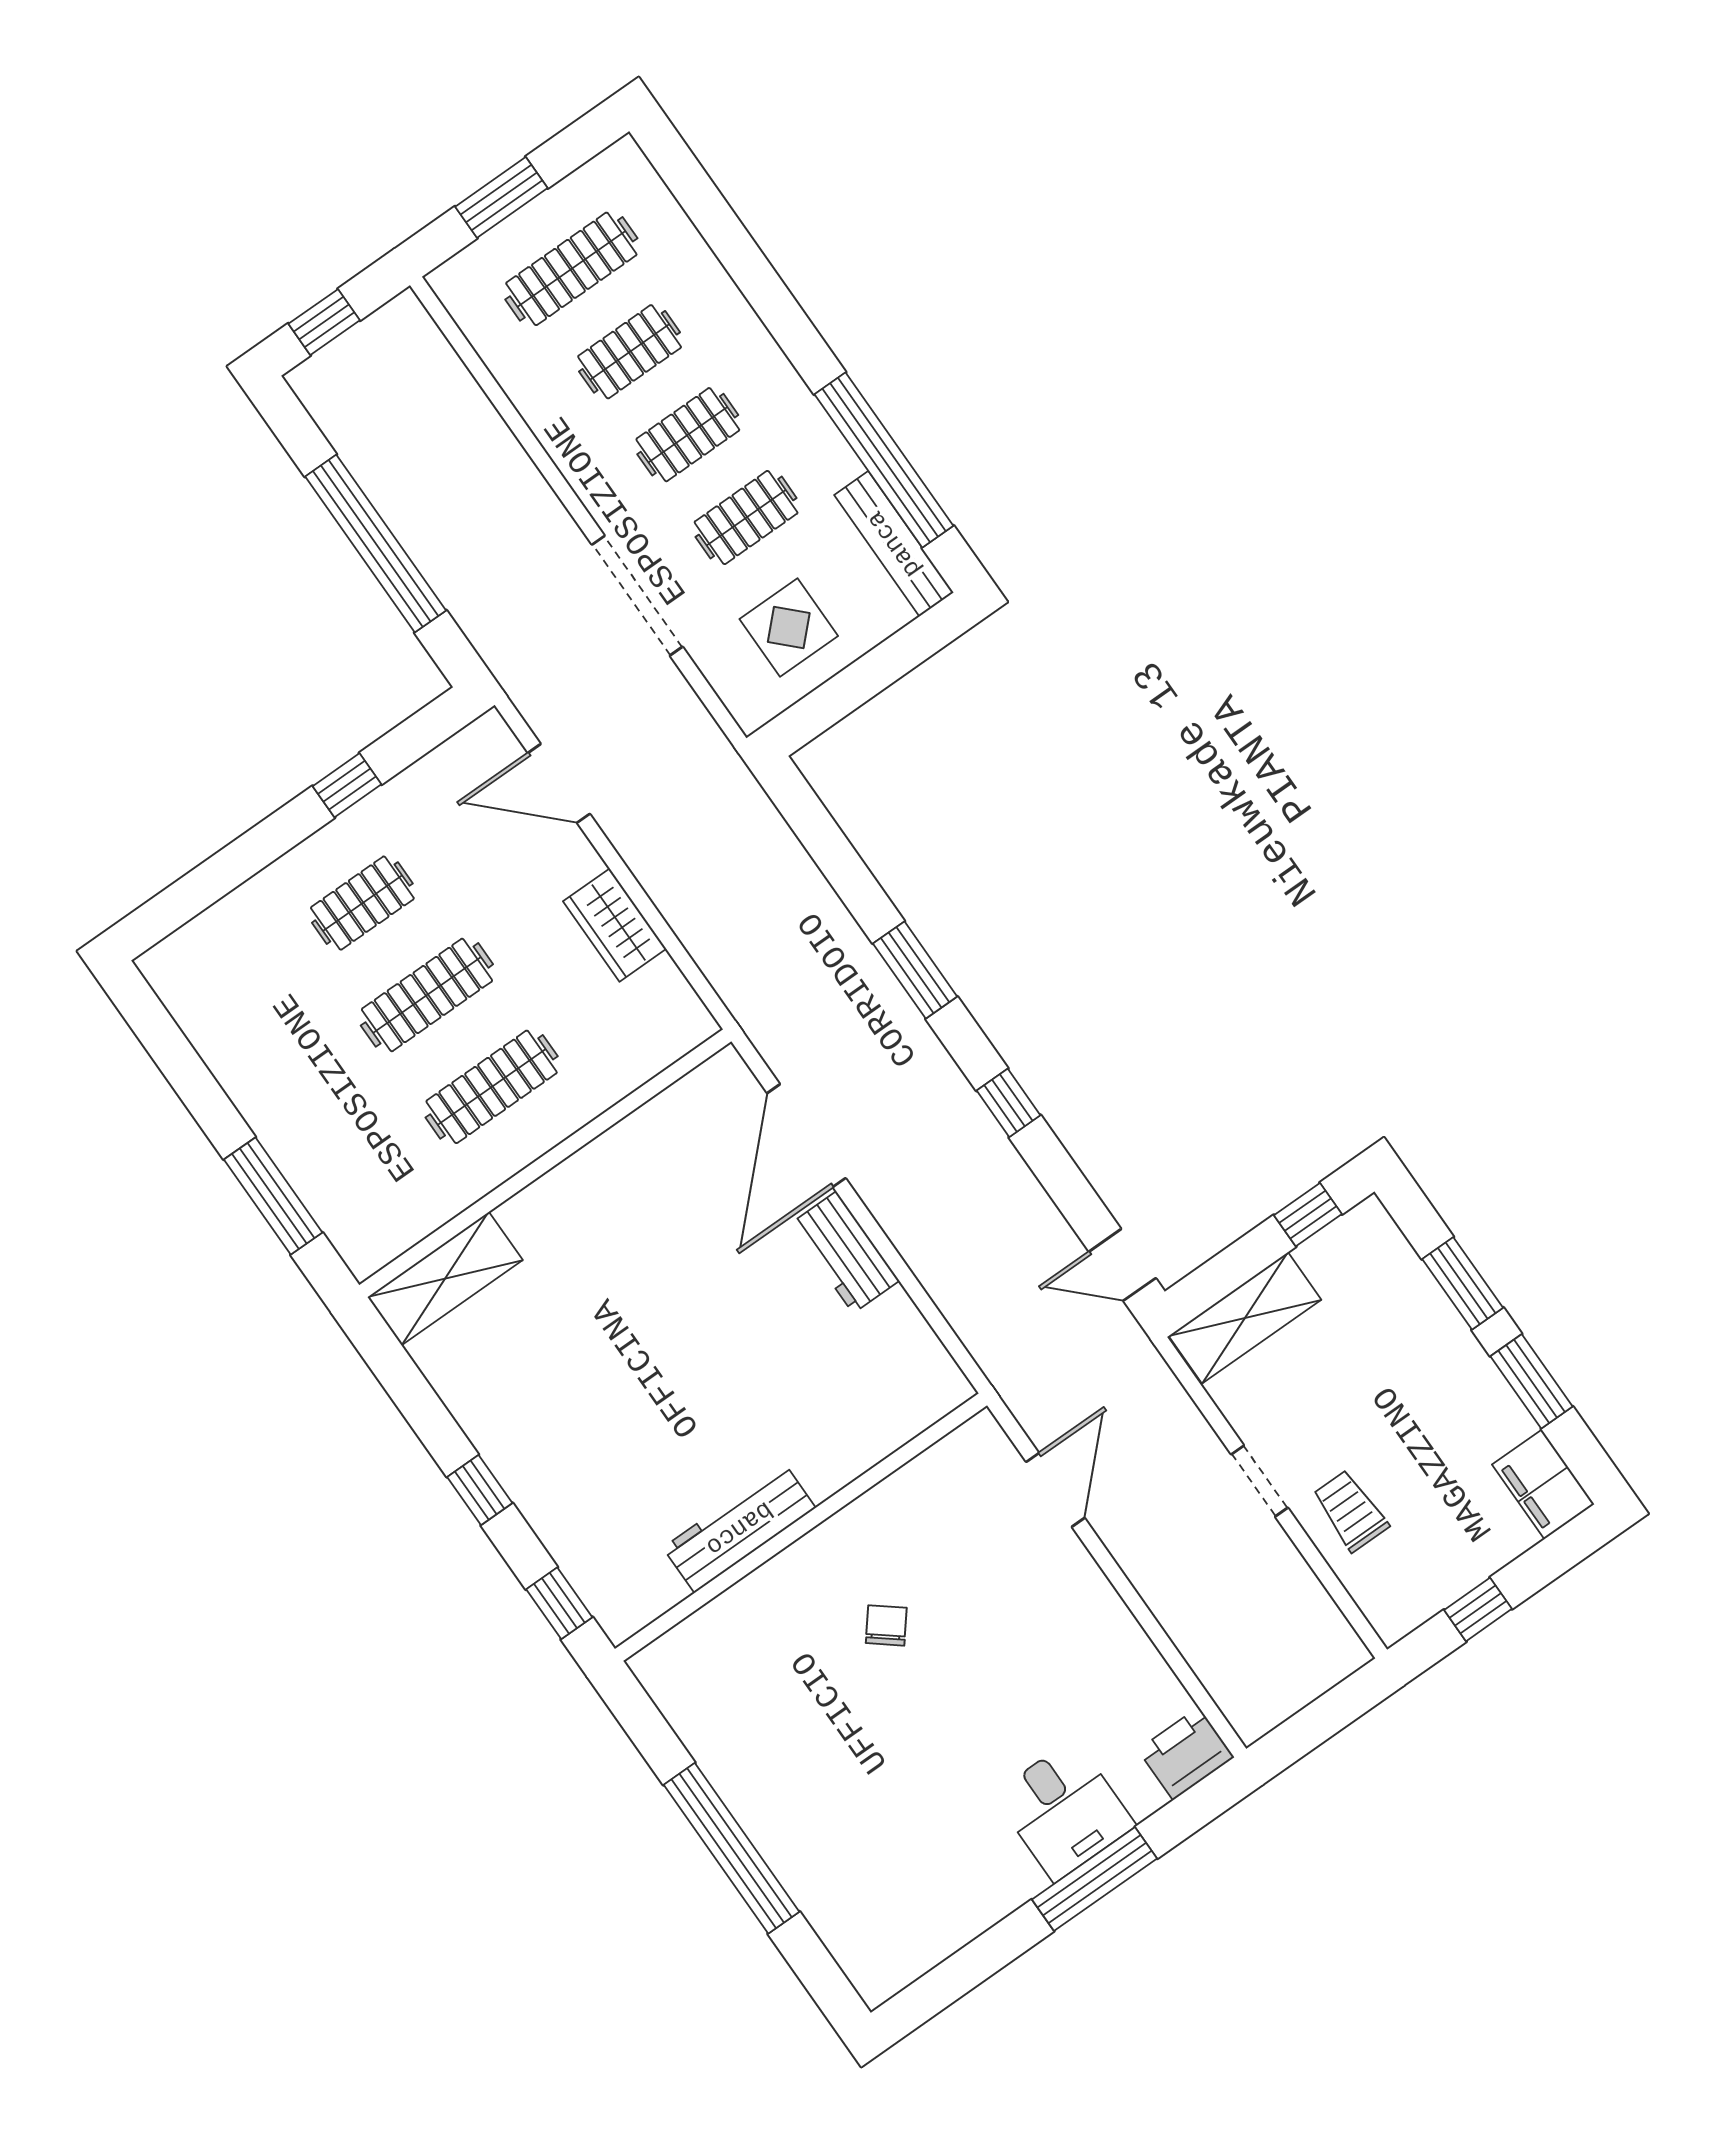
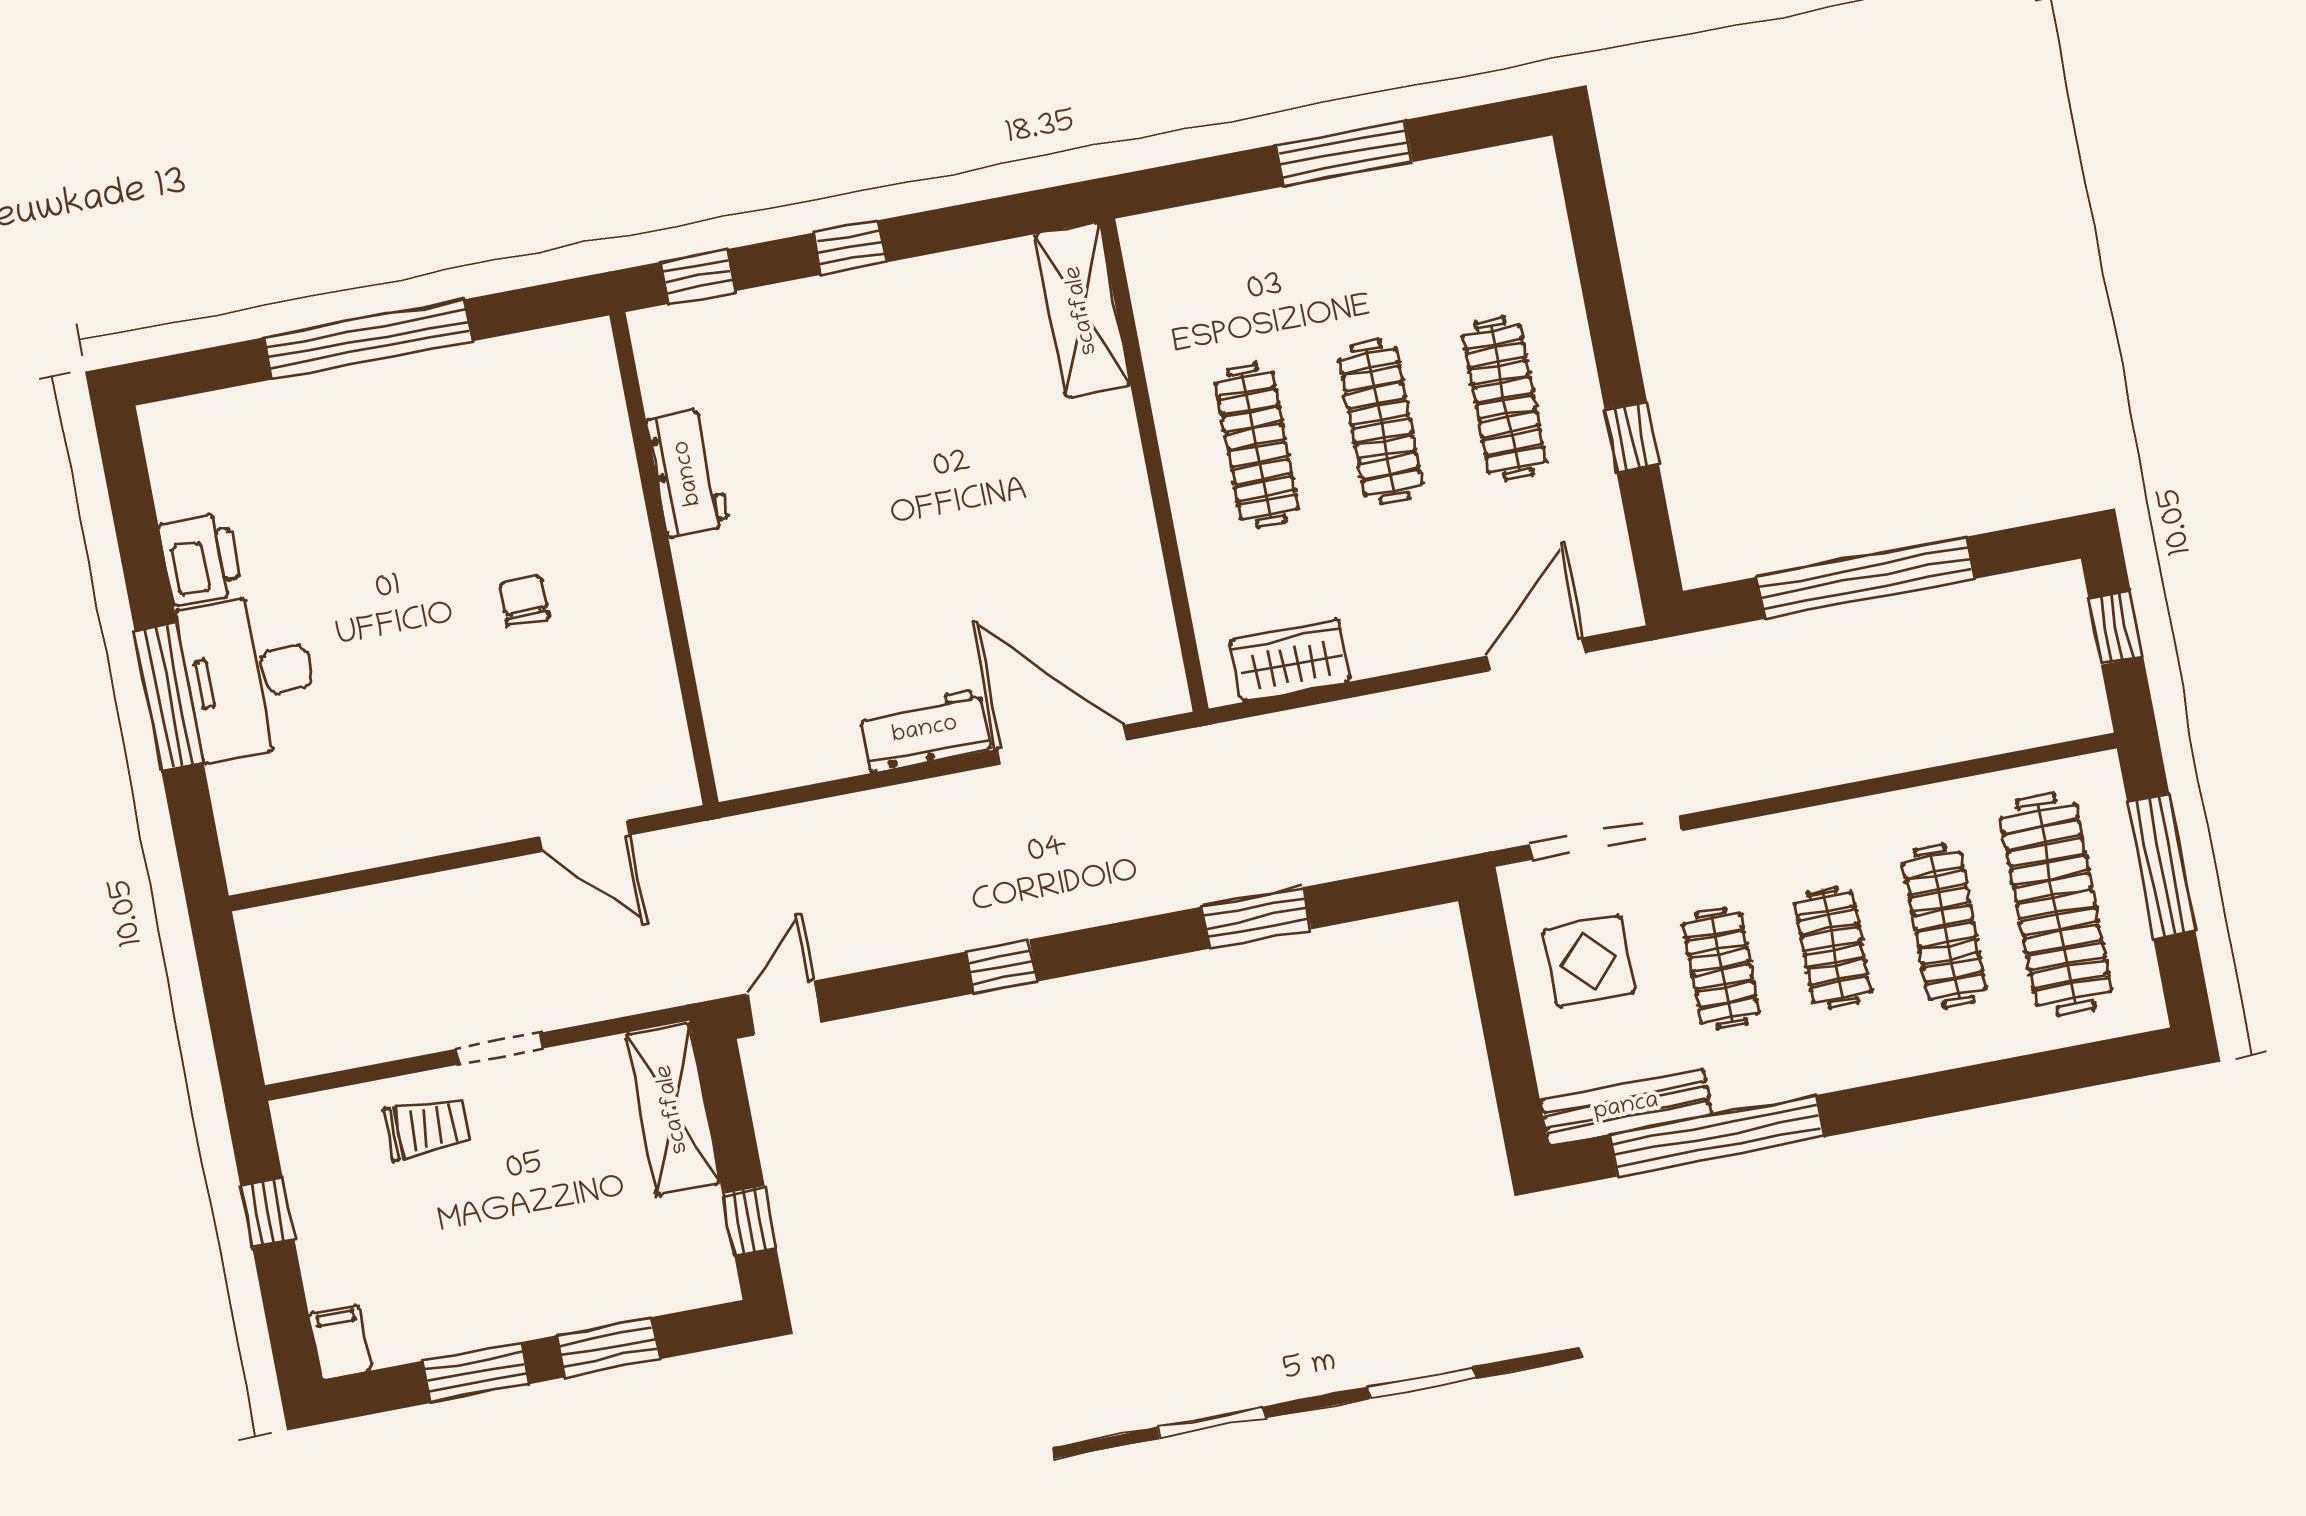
window: (501, 197) -> (2161, 866), width x1.44
clothes rail: (571, 269) -> (2056, 905), width x1.37, depth x1.31
clothes rail: (630, 352) -> (1944, 926), width x1.36
doorway: (637, 596) -> (1606, 838), moved
clothes rail: (362, 903) -> (1504, 398), width x1.36
wardrobe: (615, 925) -> (1290, 660), moved
window: (915, 970) -> (1256, 918), moved
window: (273, 1196) -> (1344, 153), moved
filing cabinet: (1543, 1484) -> (340, 1342), width x0.50
workbench: (739, 1528) -> (688, 473), width x0.73
chair: (886, 1625) -> (524, 600), turned -129
printer: (1186, 1753) -> (200, 559), moved
desk: (1064, 1810) -> (249, 676), width x1.37

